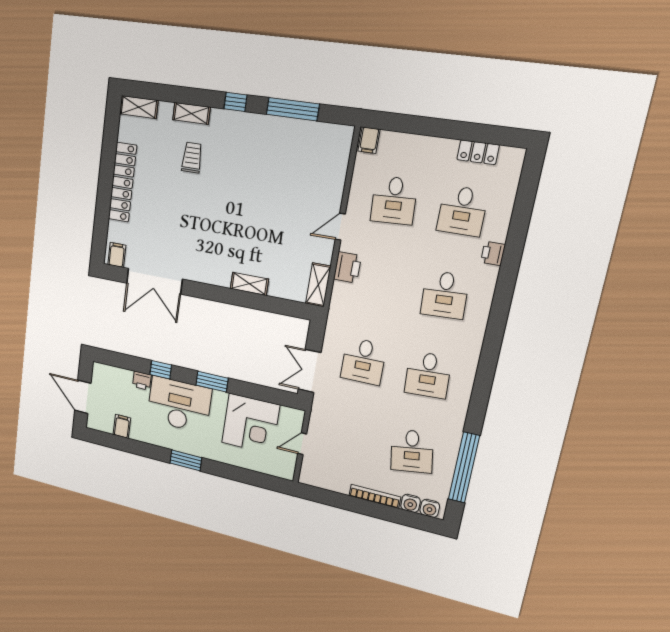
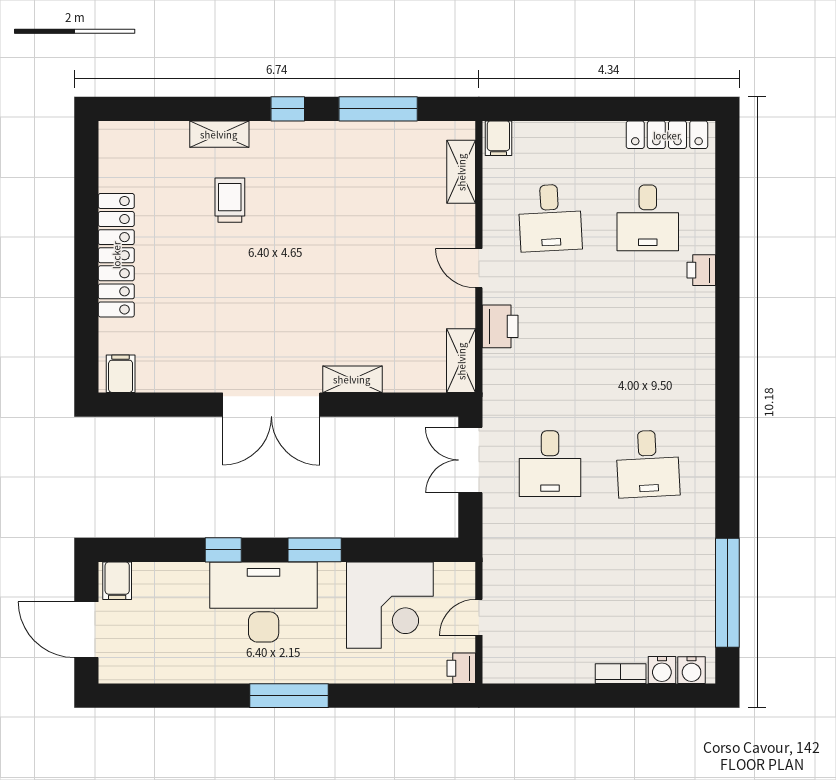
shelving: (139, 107) -> (461, 172), moved, turned 90
locker: (478, 152) -> (667, 135), width x1.53
door: (340, 227) -> (479, 268), hinge flipped
double door: (154, 281) -> (271, 405), moved
desk: (445, 295) -> (648, 341), removed
double door: (310, 371) -> (470, 460), moved
printer: (142, 381) -> (461, 668), moved, turned 90
filing cabinet: (122, 426) -> (117, 581), moved, turned 180
desk: (412, 451) -> (648, 587), removed
window: (186, 460) -> (289, 696), width x1.44
bookcase: (375, 496) -> (621, 674), width x0.64

